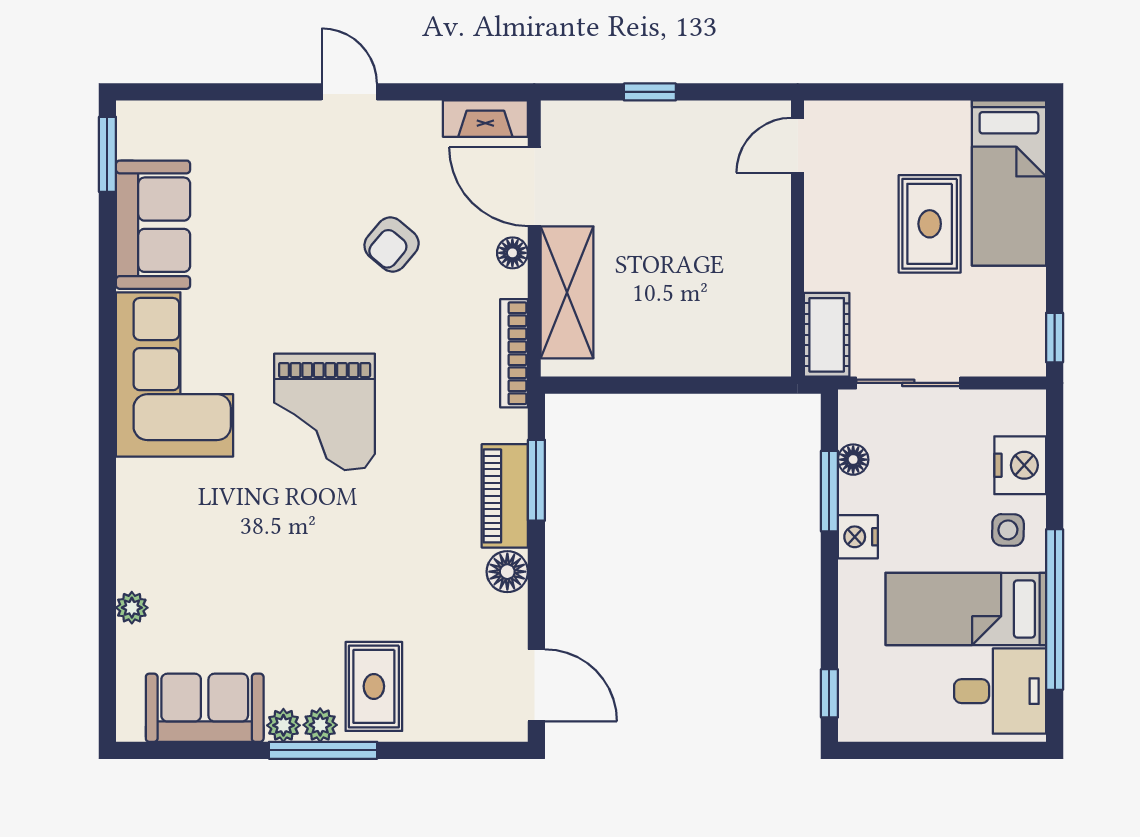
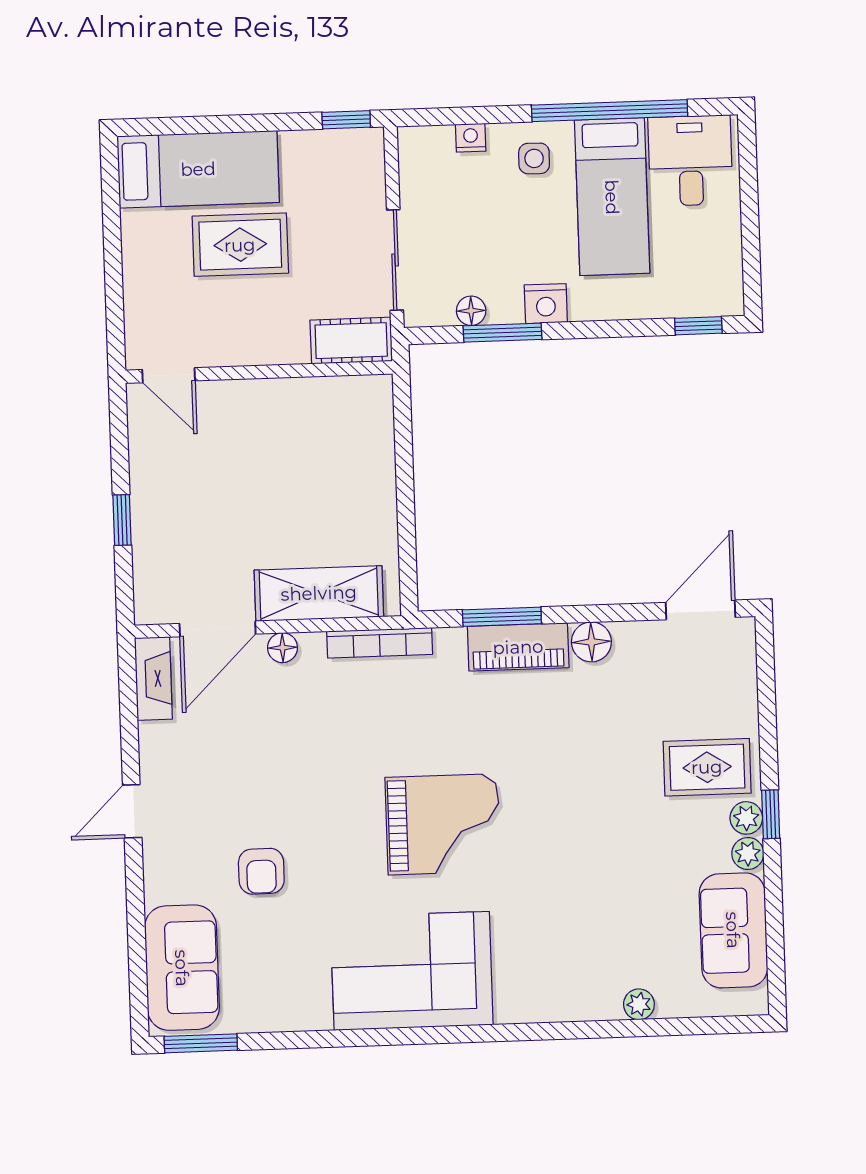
sofa: (153, 225) -> (182, 968), moved, turned 90
armchair: (392, 244) -> (261, 871), moved, turned 50
nightstand: (1020, 465) -> (471, 138), width x0.53, depth x0.56
window: (323, 750) -> (771, 814), width x0.46

